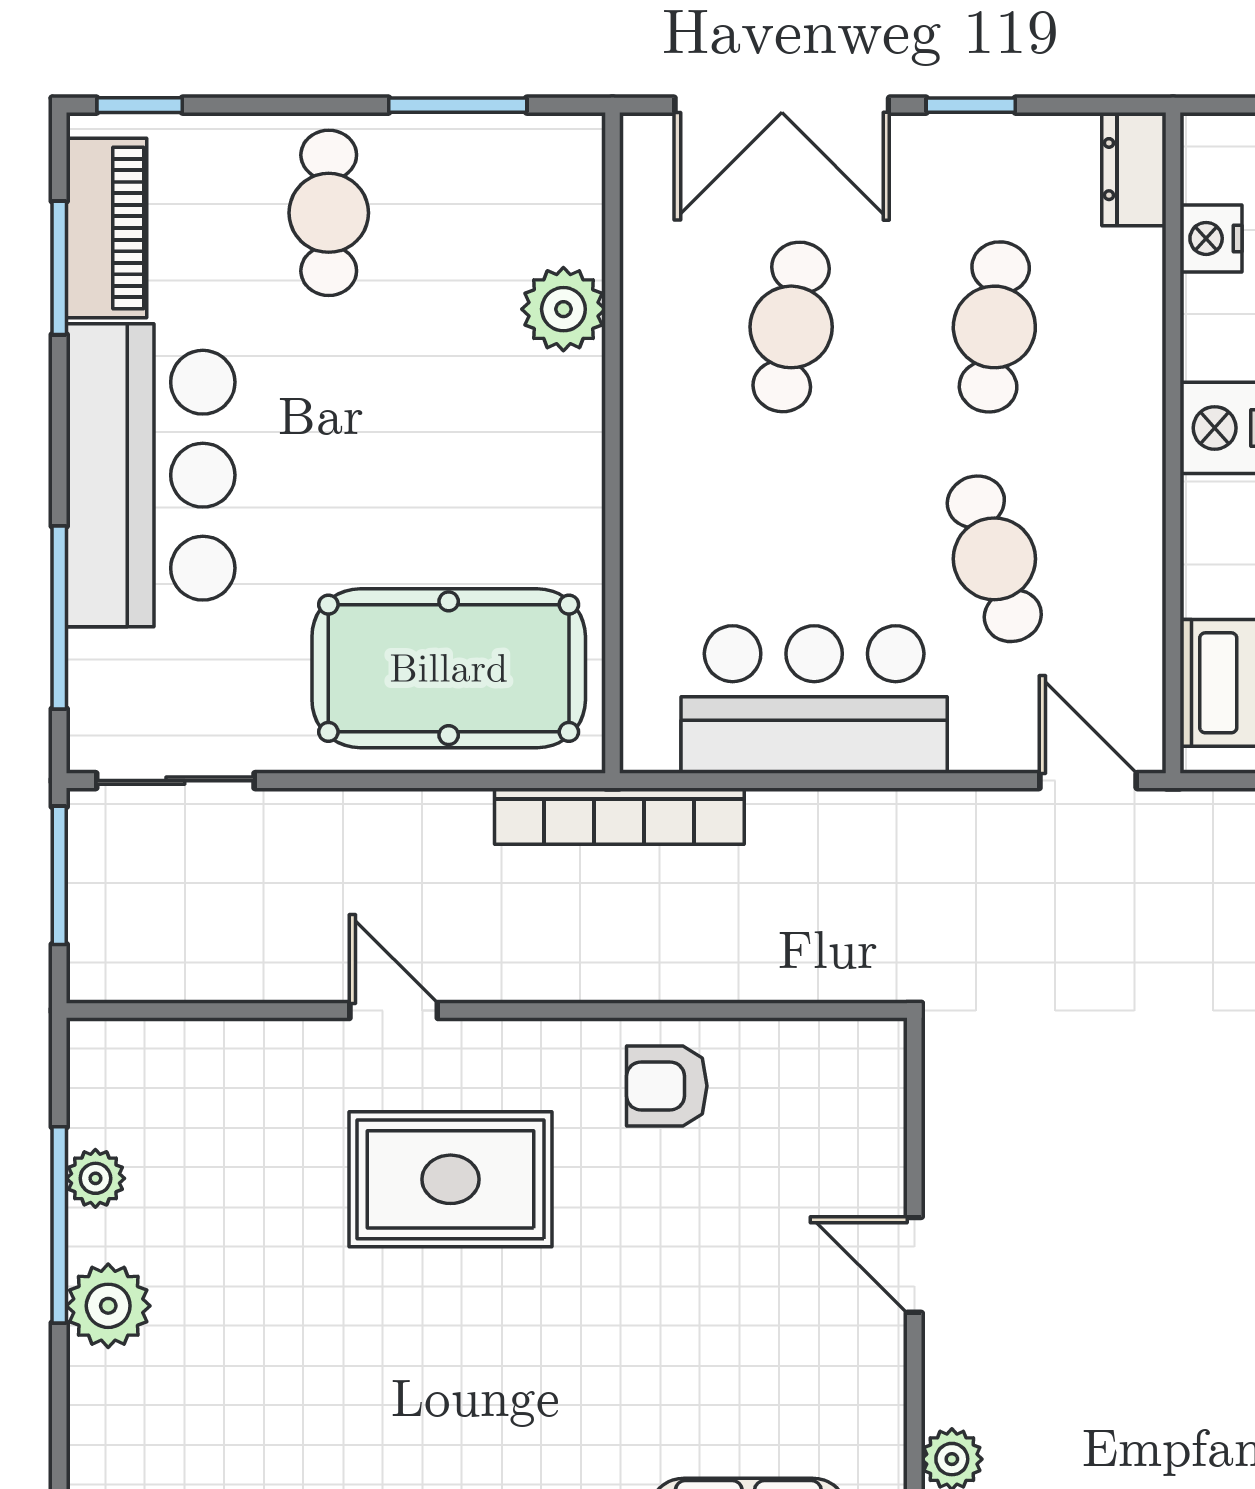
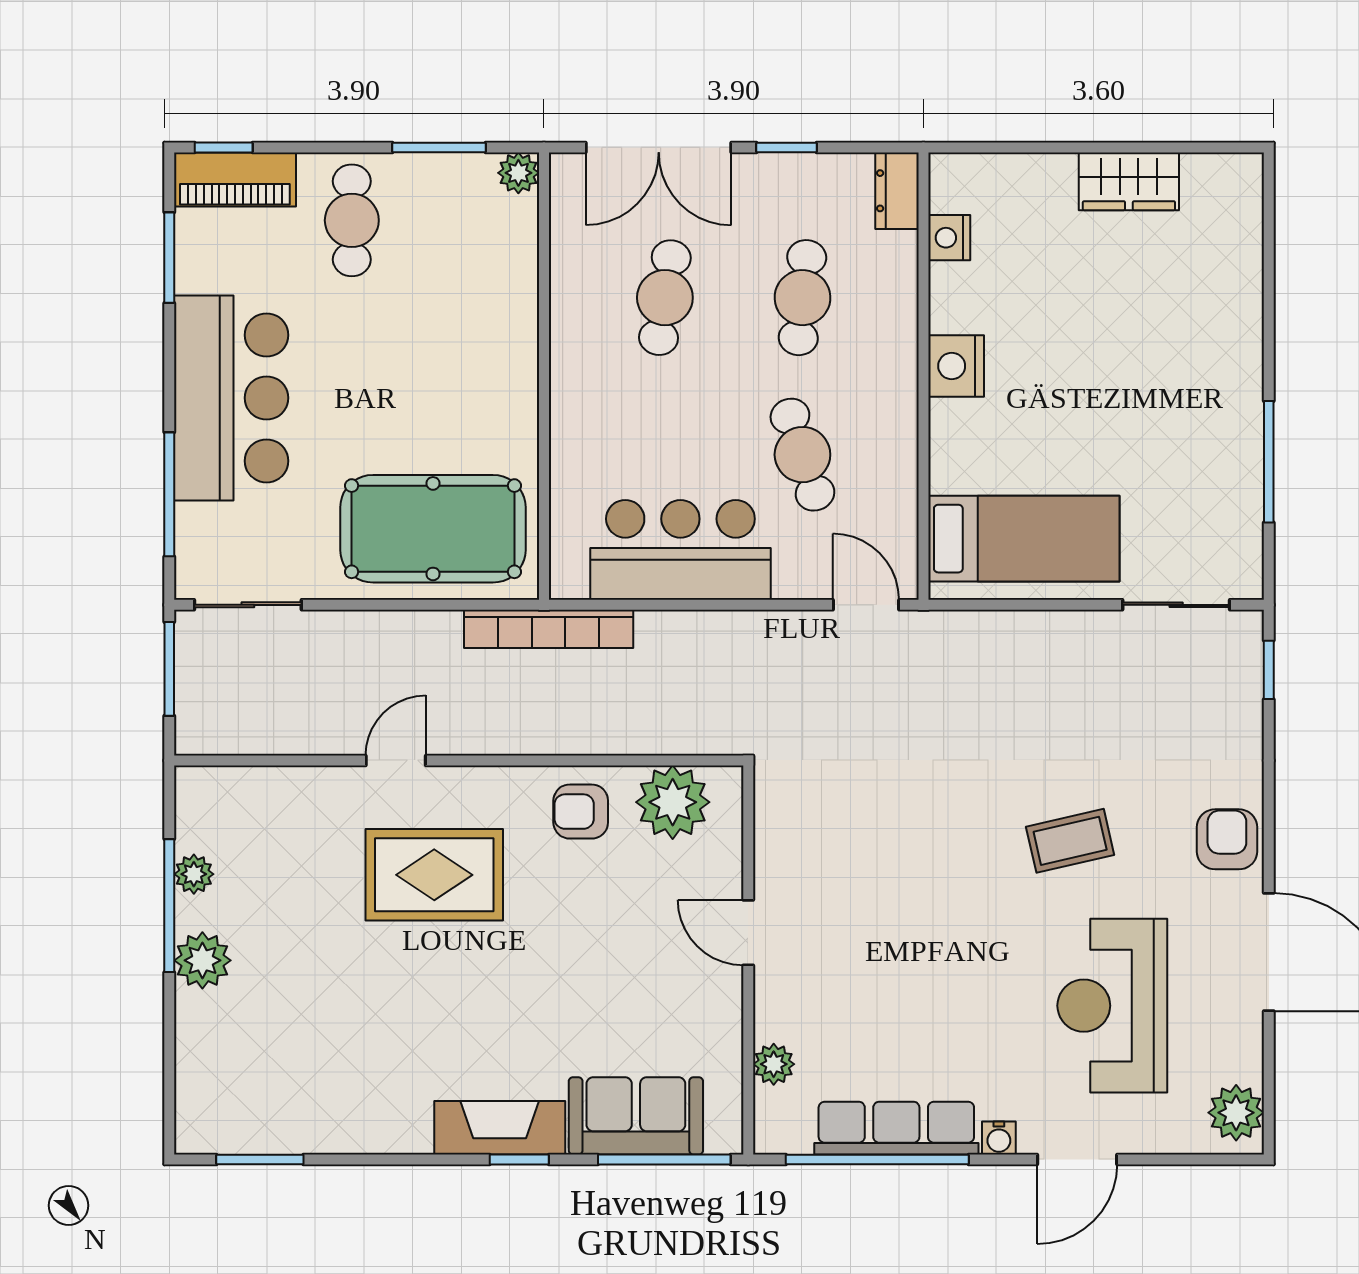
piano: (107, 228) -> (235, 179), moved, turned 90
plant: (563, 309) -> (518, 173), moved, width x0.73, depth x0.73
door: (394, 1011) -> (396, 760), hinge flipped
plant: (803, 1072) -> (673, 802), added

